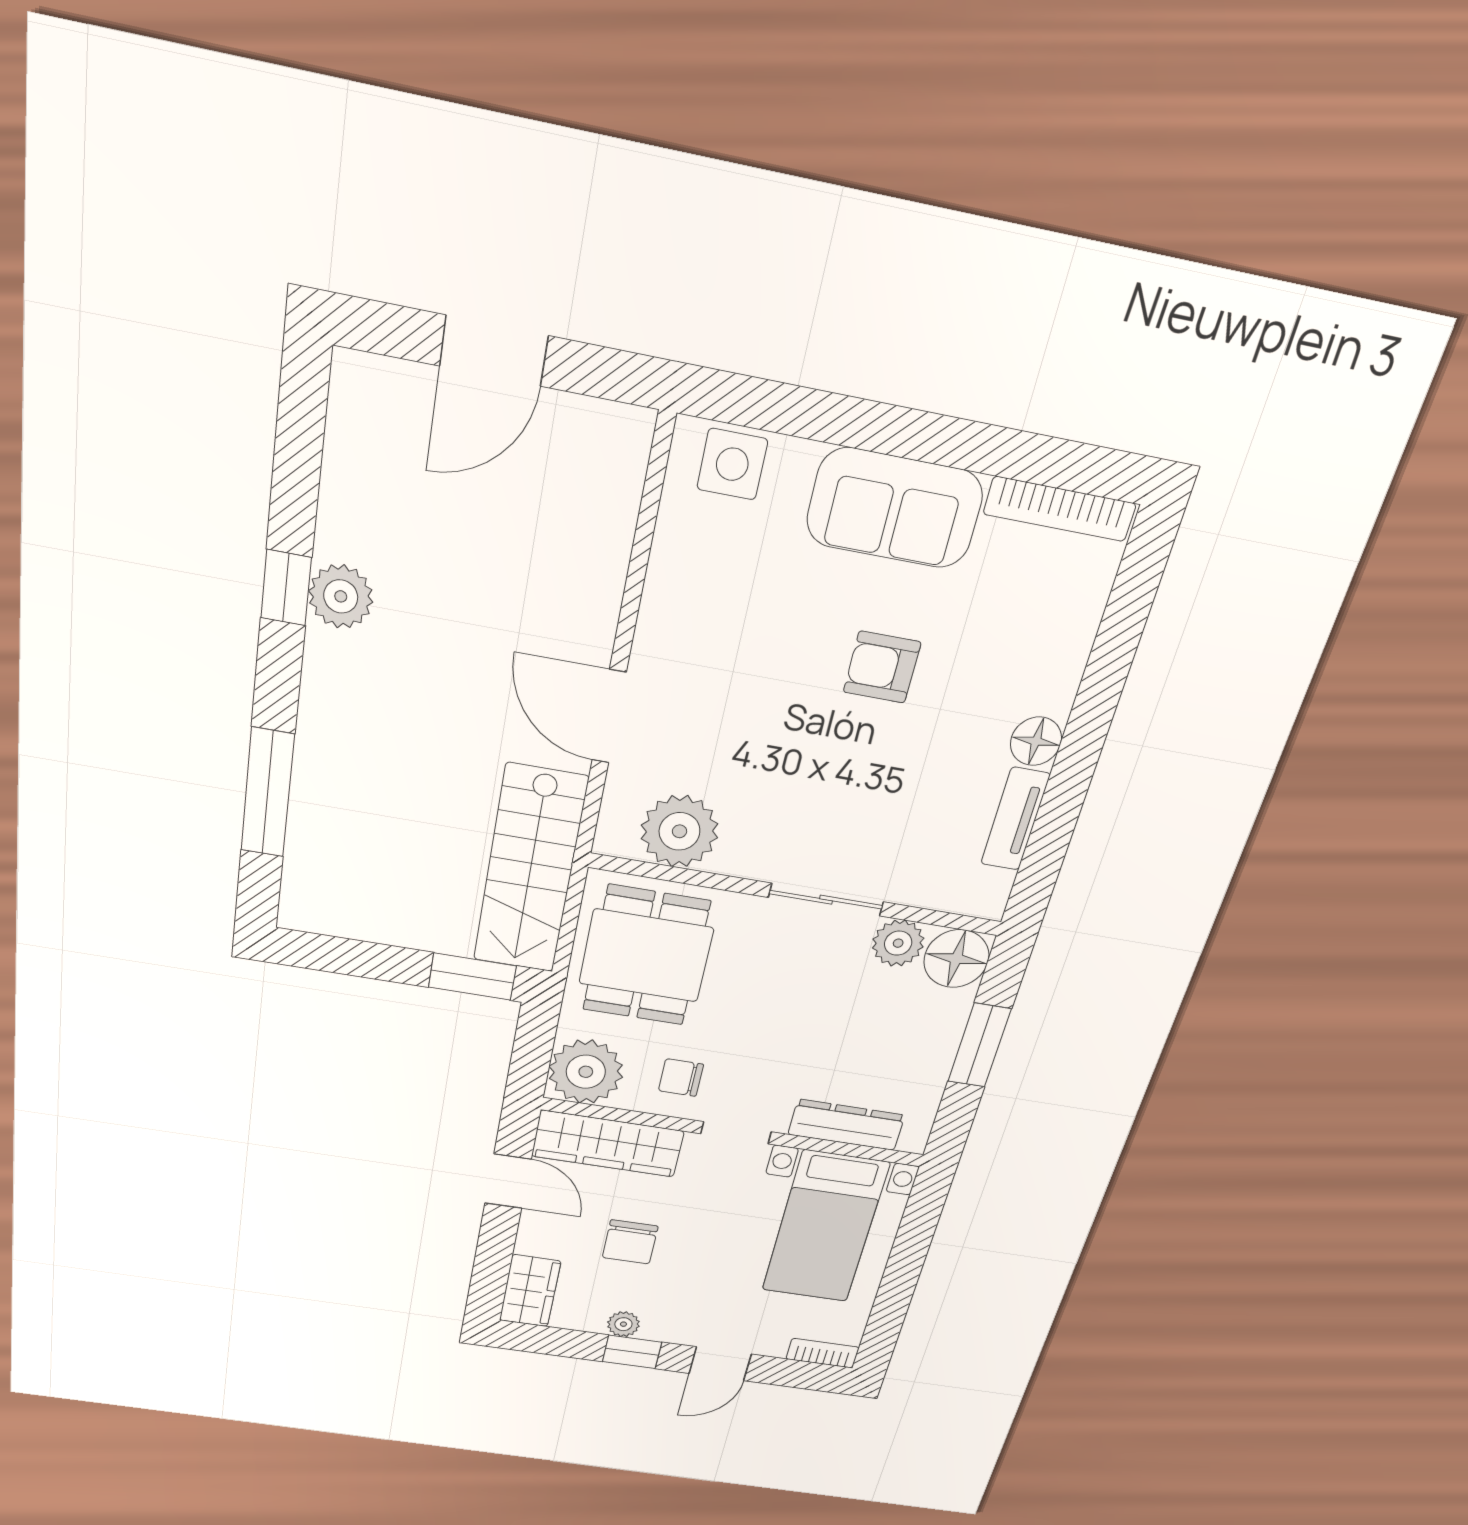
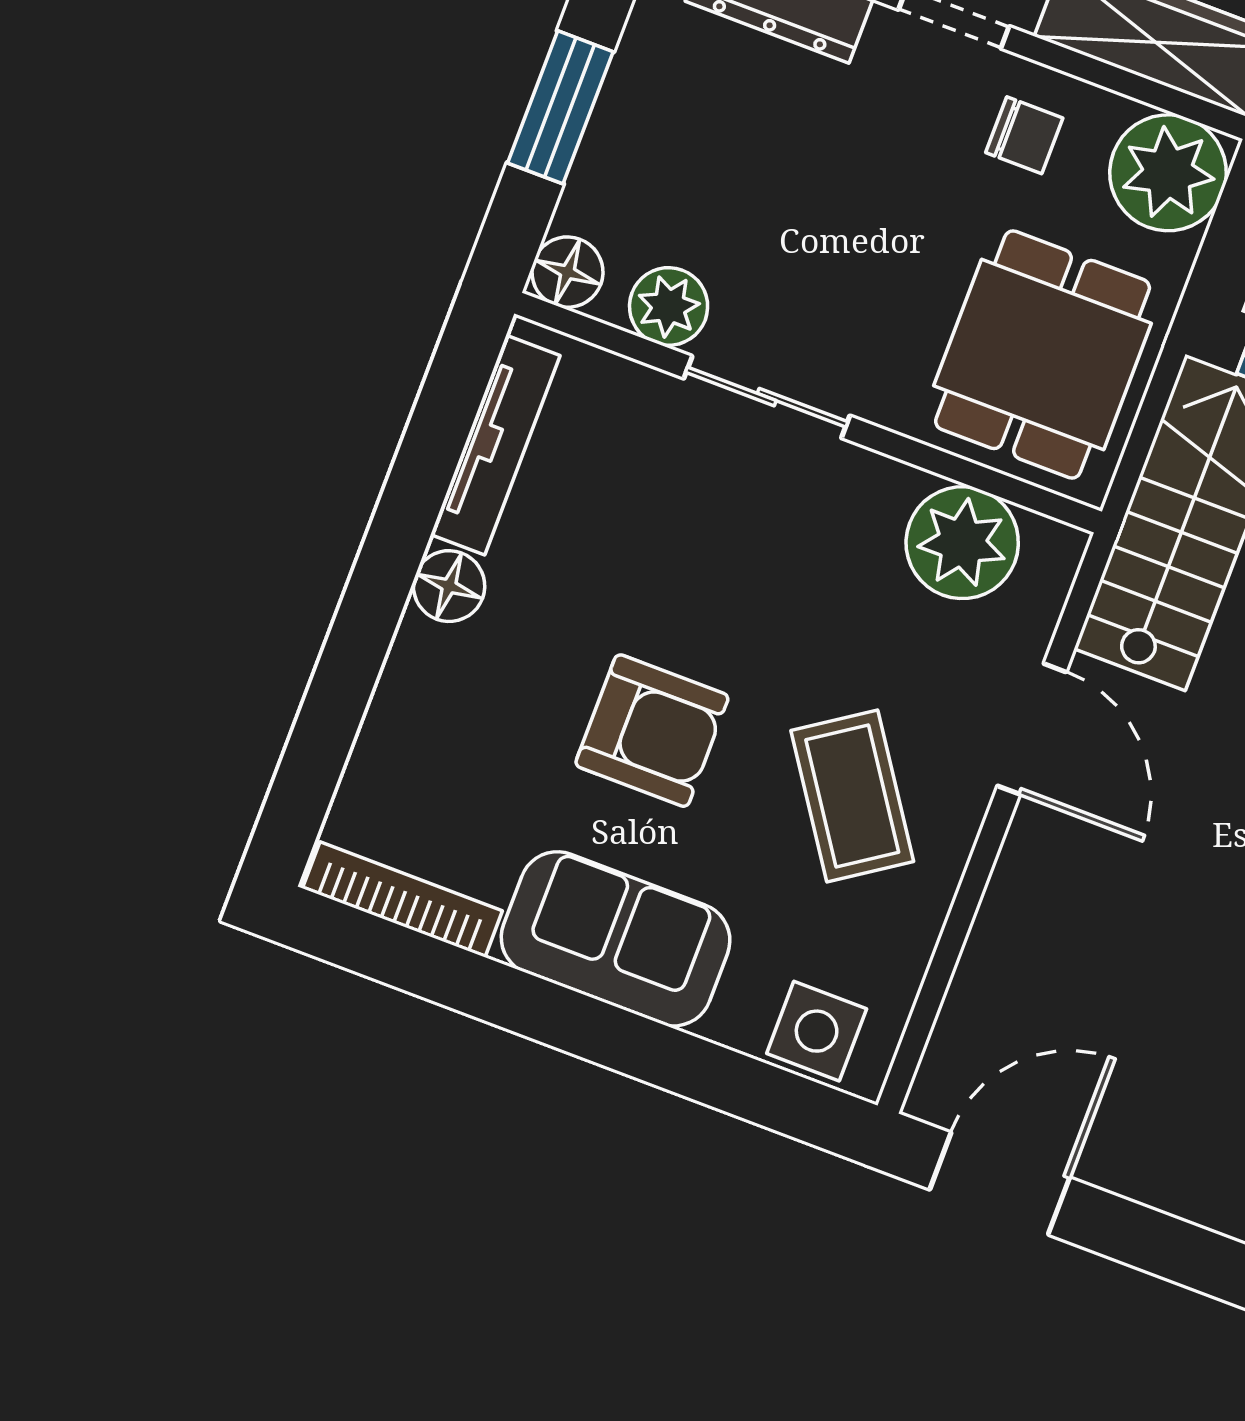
door: (494, 351) -> (1000, 1183), moved
coffee table: (730, 647) -> (852, 796), added
armchair: (882, 667) -> (652, 731), width x1.38, depth x1.38
tv unit: (1015, 819) -> (495, 445), width x1.41
floor lamp: (956, 959) -> (567, 272), width x0.73, depth x0.73

